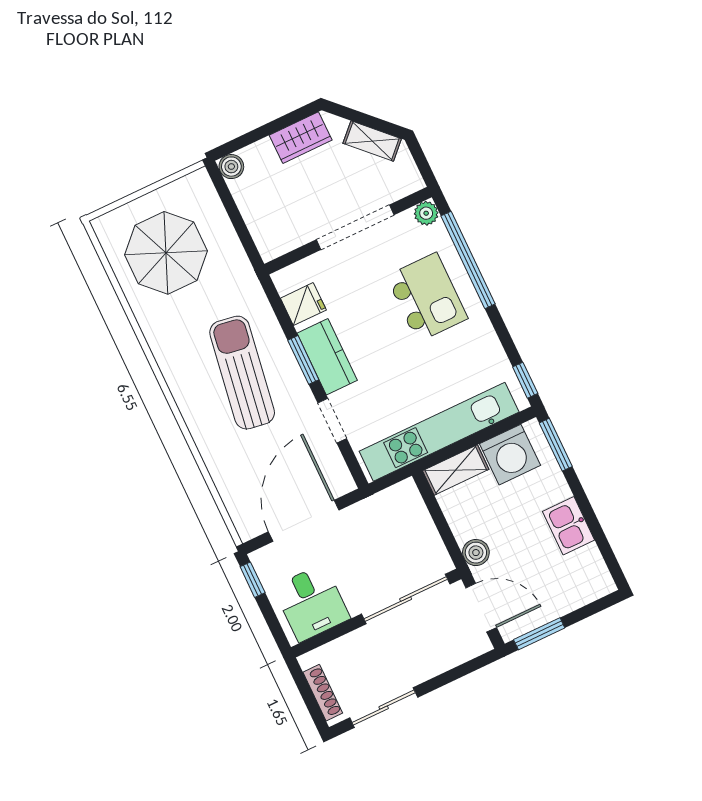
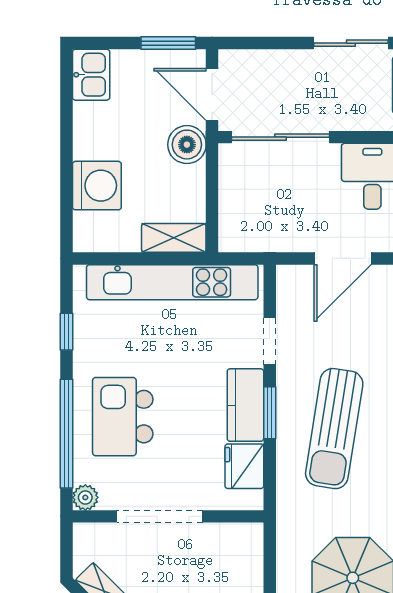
fridge: (303, 304) -> (244, 466), width x1.38
window: (525, 380) -> (66, 332), moved
window: (556, 445) -> (66, 217), removed
washing machine: (510, 455) -> (97, 186), moved, turned 90
door: (304, 521) -> (343, 258), width x0.73
kitchen sink: (569, 526) -> (91, 75), moved
boiler: (476, 553) -> (187, 145), width x1.36, depth x1.36

